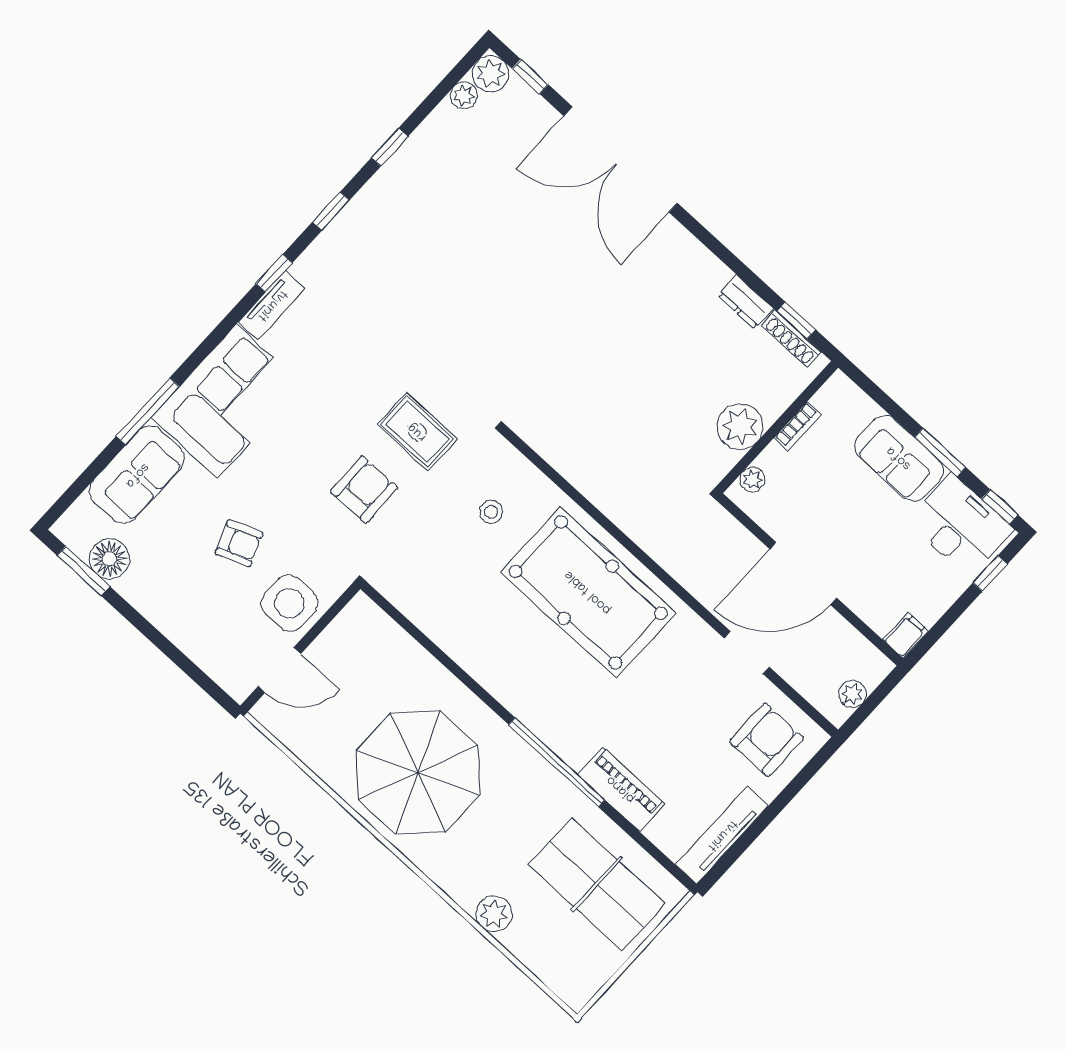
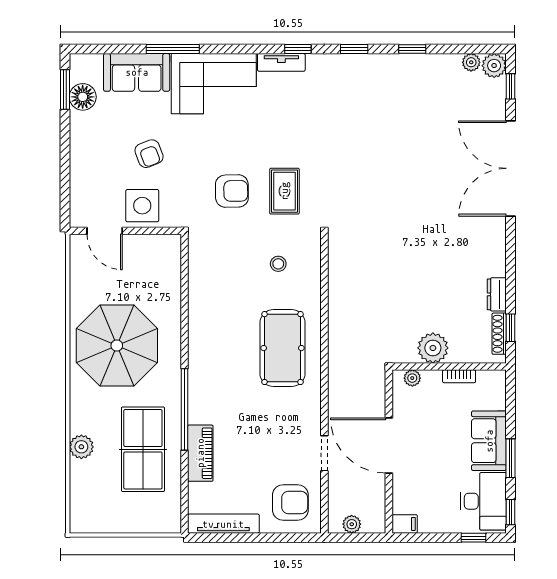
pool table: (588, 592) -> (282, 348), width x0.73, depth x0.76
table tennis table: (597, 884) -> (143, 449), moved

